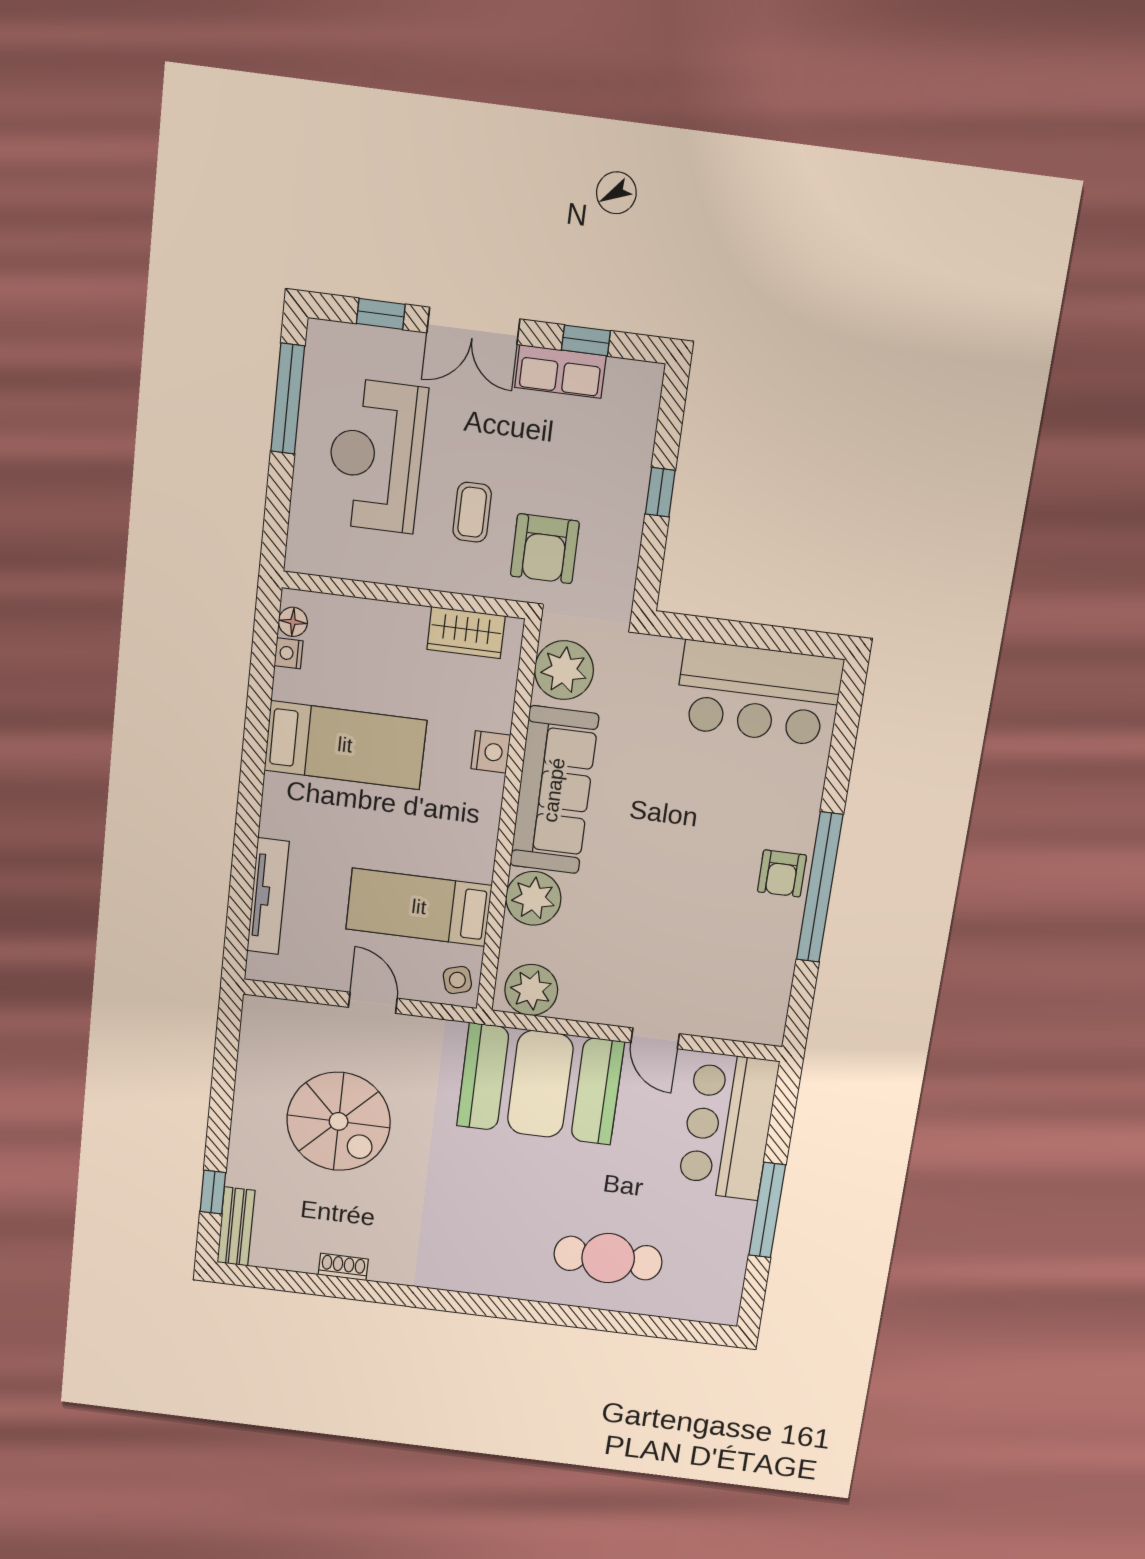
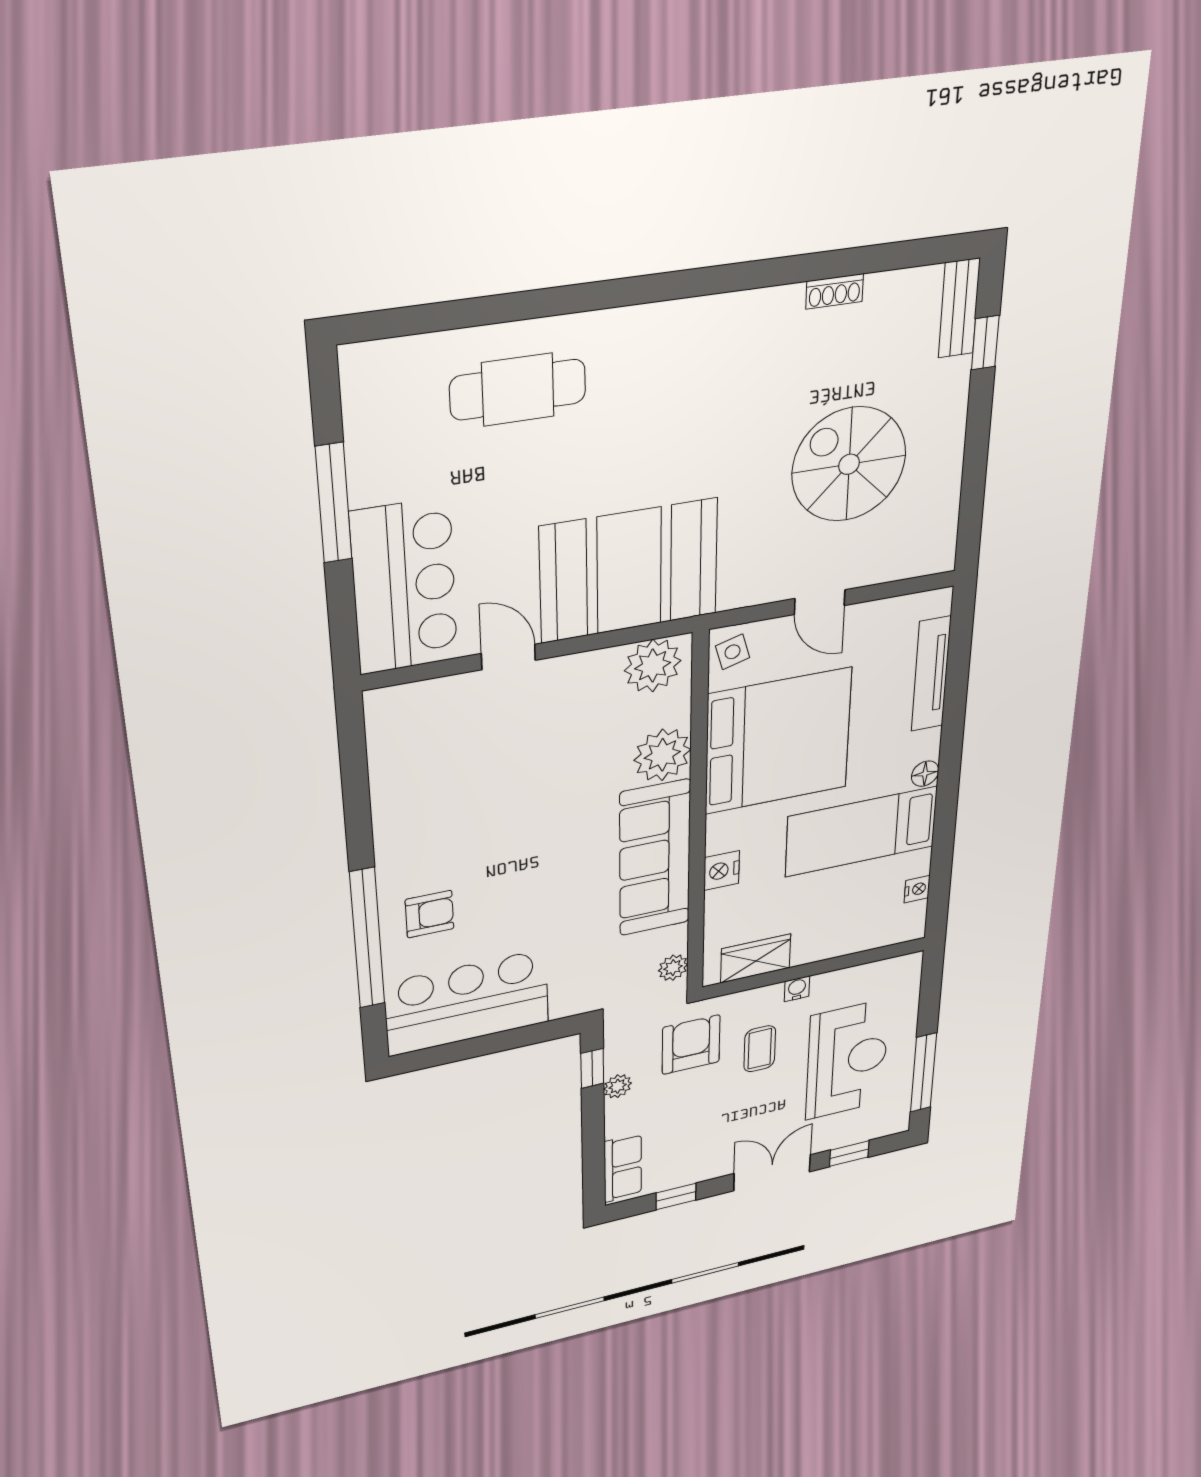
row of seats: (560, 372) -> (623, 1168), moved, turned 90
window: (660, 492) -> (592, 1068), moved
plant: (628, 526) -> (618, 1086), added
water cooler: (425, 576) -> (797, 989), added
floor lamp: (293, 622) -> (925, 774), moved
plant: (564, 670) -> (673, 968), width x0.53, depth x0.53
armchair: (782, 873) -> (430, 914), moved, turned 90
window: (820, 887) -> (367, 938), moved
bed: (419, 907) -> (778, 741), width x2.04

